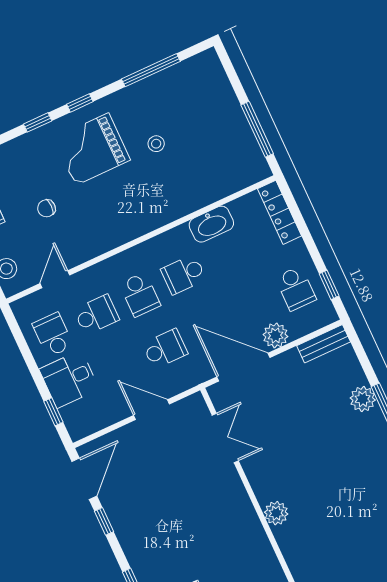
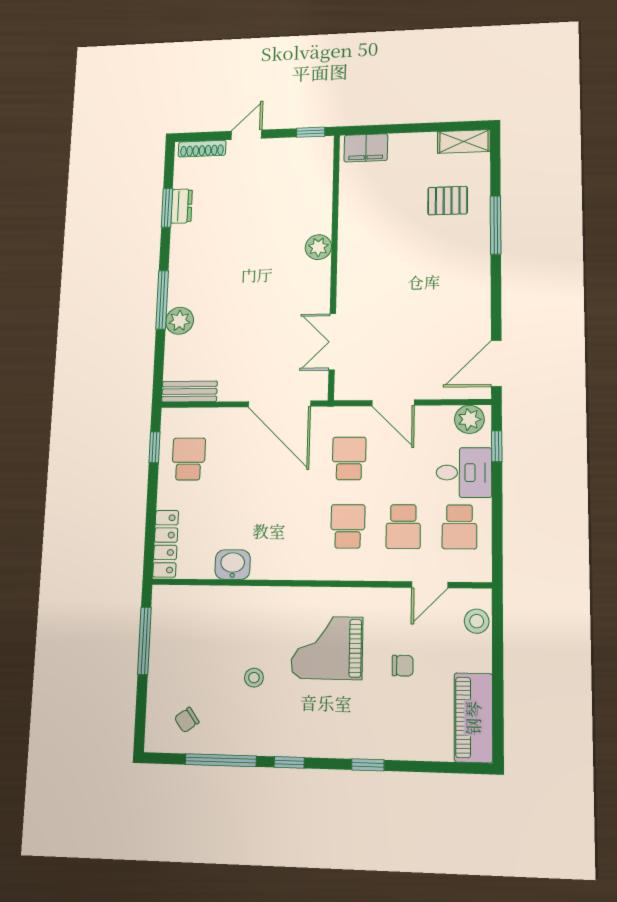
chair: (193, 86) -> (187, 720), added
window: (80, 103) -> (289, 762), moved
grand piano: (92, 149) -> (327, 648), moved, turned 180
washbasin: (211, 224) -> (233, 565), width x0.72
school desk: (184, 274) -> (293, 526), removed
school desk: (96, 315) -> (403, 527), turned -90
plant: (275, 335) -> (469, 419), moved
school desk: (165, 349) -> (349, 458), turned 90
window: (104, 521) -> (496, 312), removed

